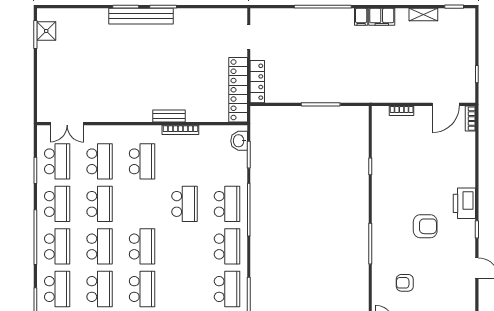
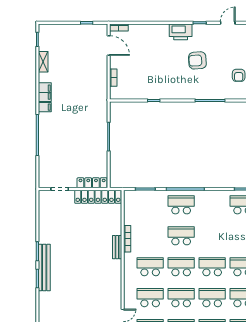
washbasin: (239, 141) -> (135, 196), removed
armchair: (425, 226) -> (197, 60), turned -94
school desk: (227, 246) -> (181, 267), moved

